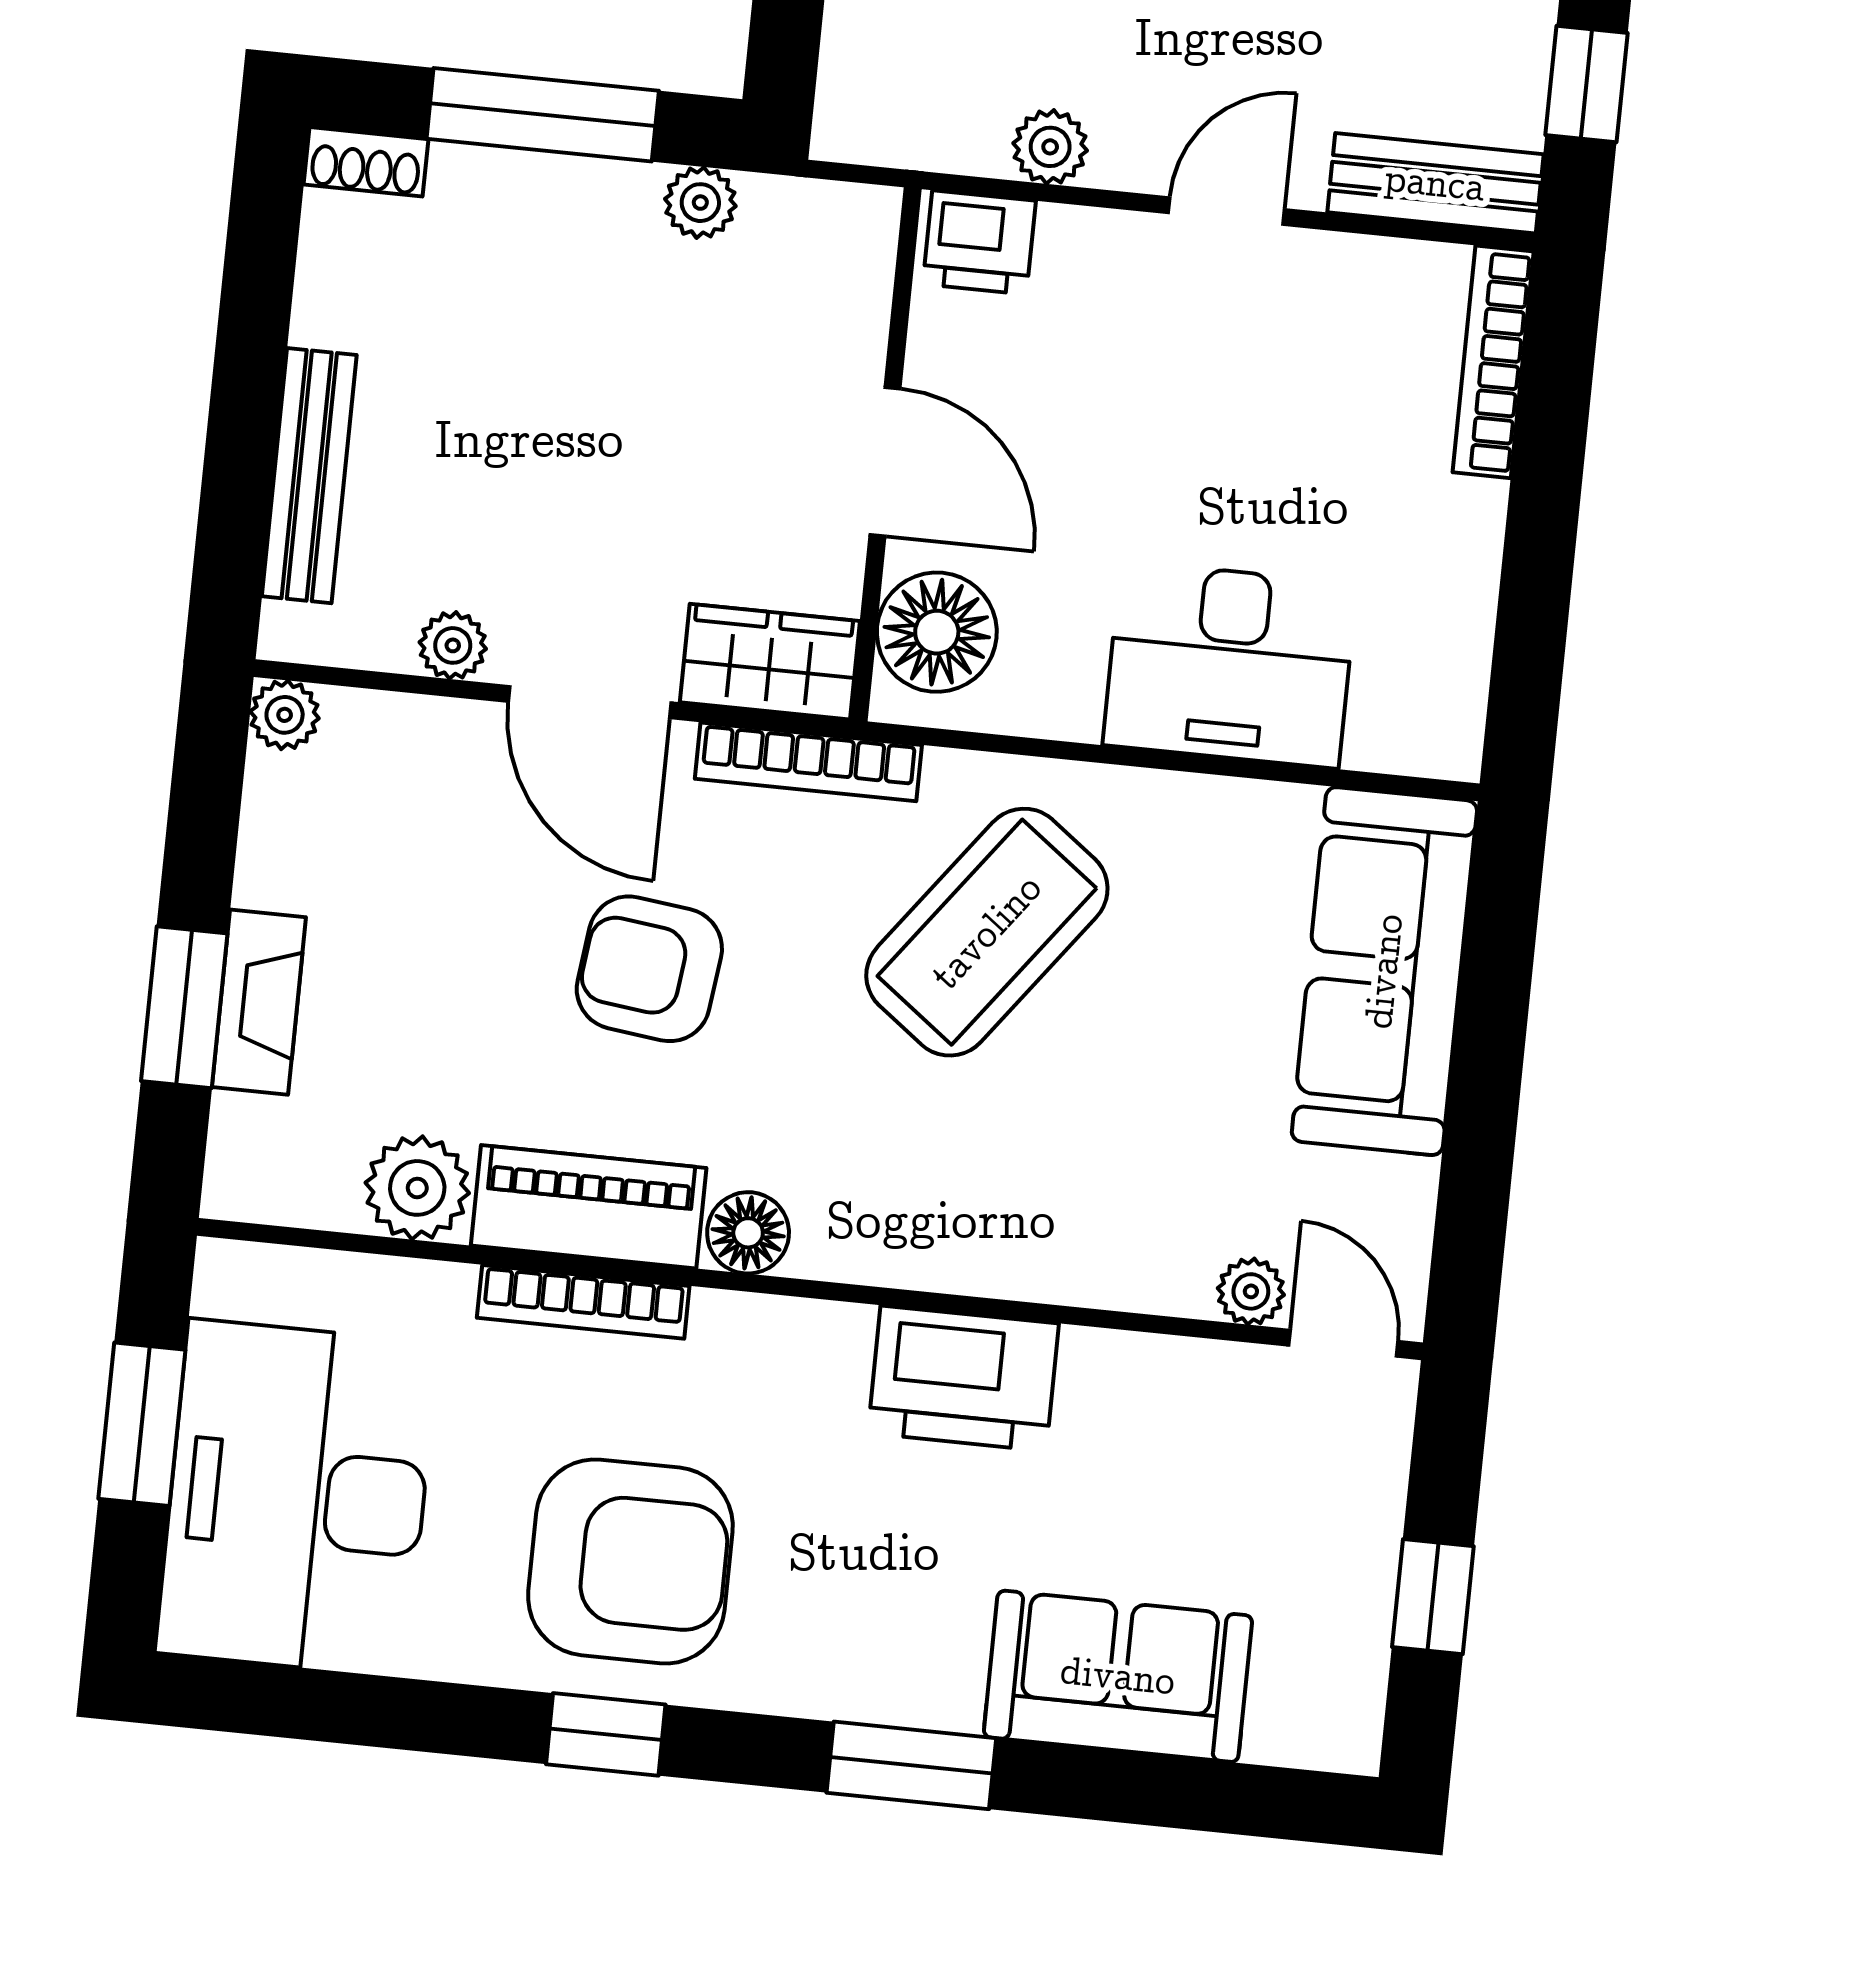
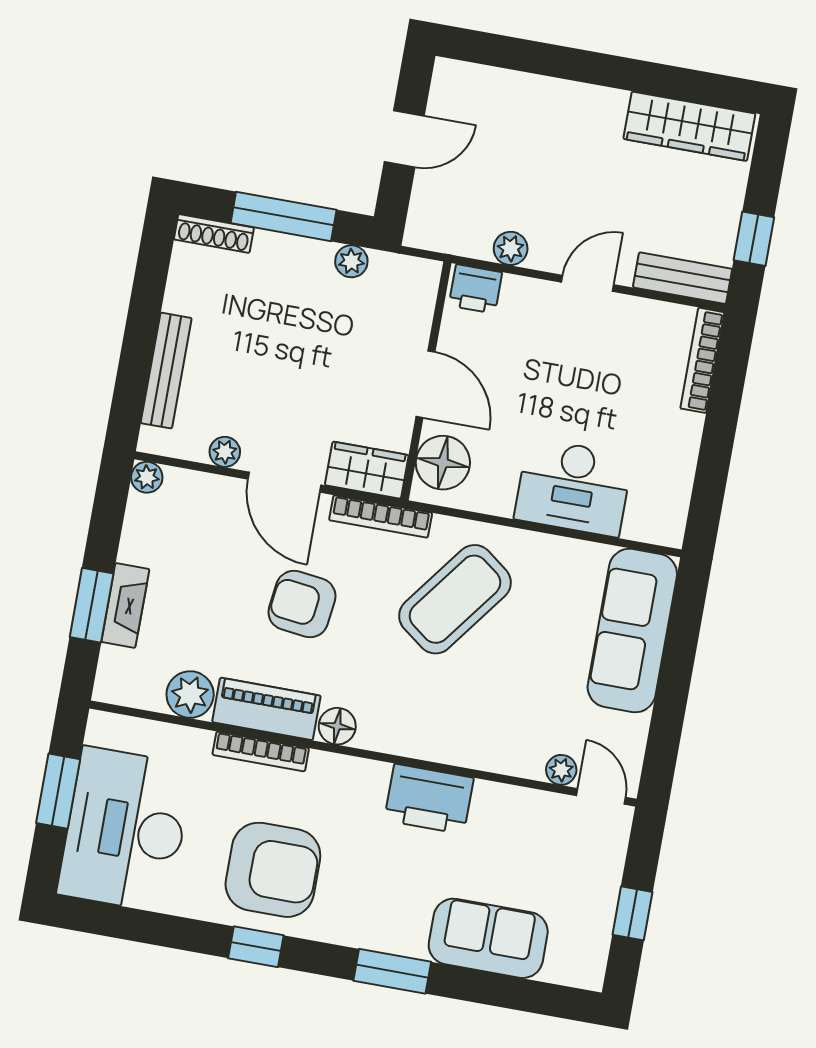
shoe rack: (366, 162) -> (214, 234), width x1.43

